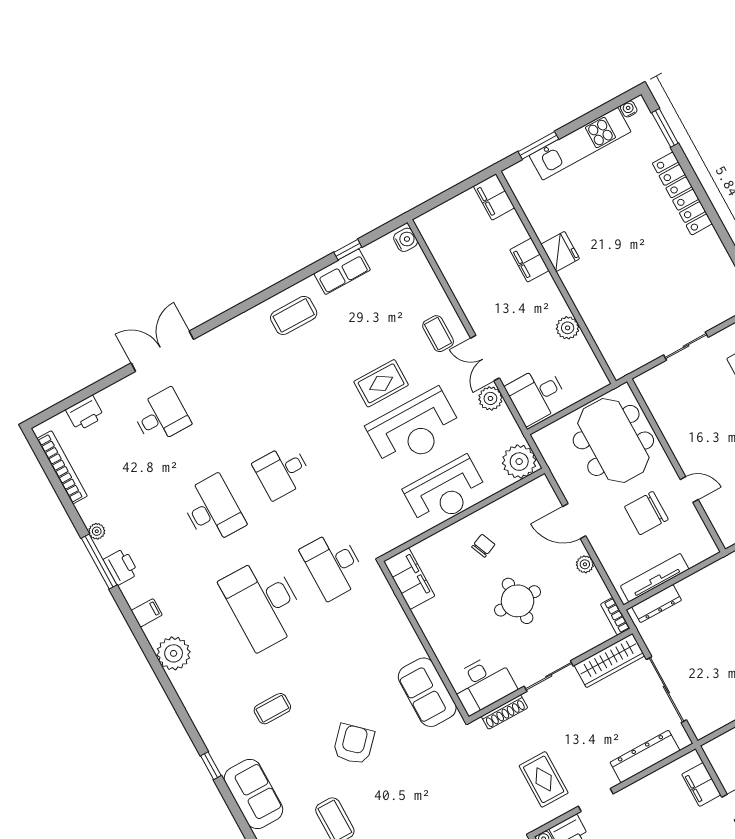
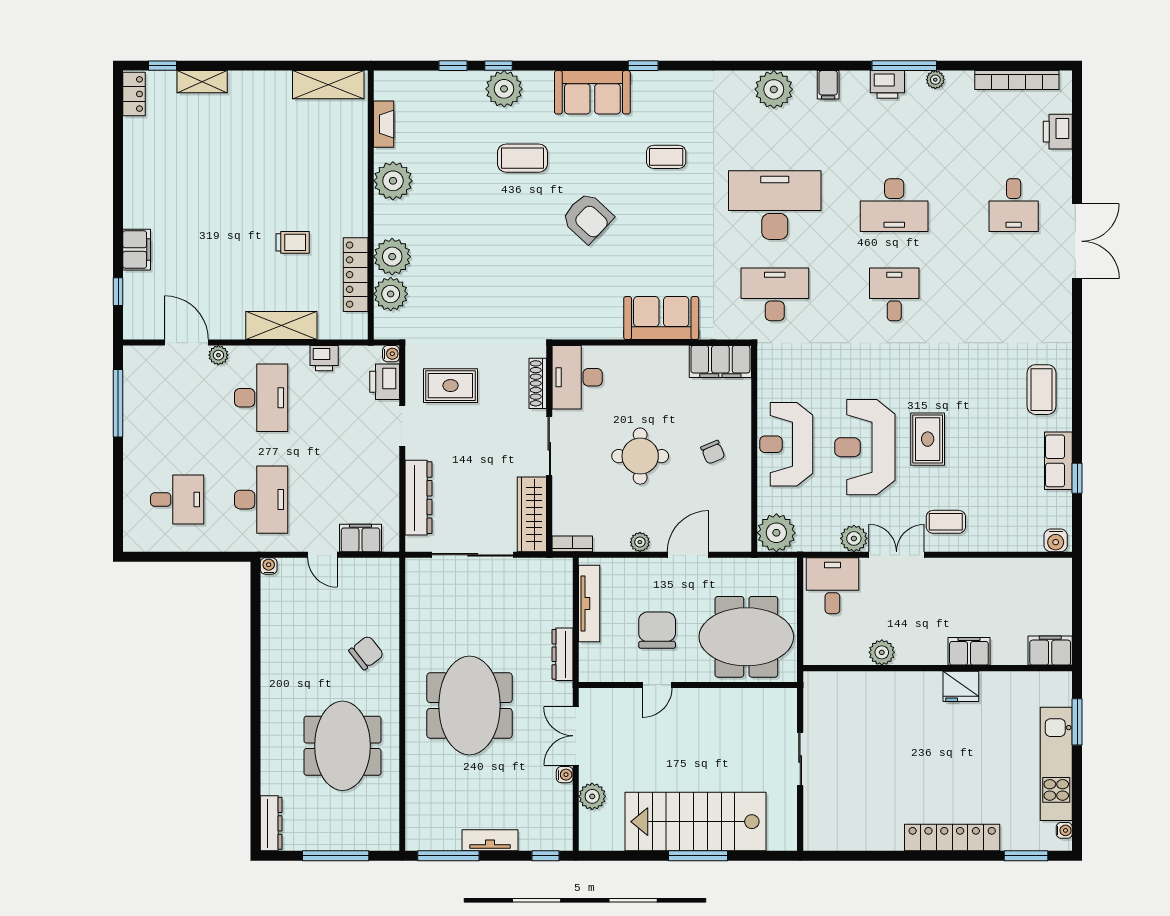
dresser: (657, 604) -> (563, 654), moved
sofa: (427, 692) -> (661, 318), moved
coffee table: (272, 709) -> (666, 157), turned 90

